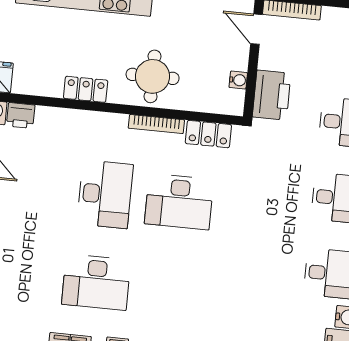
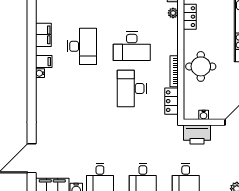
locker: (86, 89) -> (190, 17), moved
plant: (53, 116) -> (173, 13), added
desk: (96, 282) -> (82, 46), turned 180

